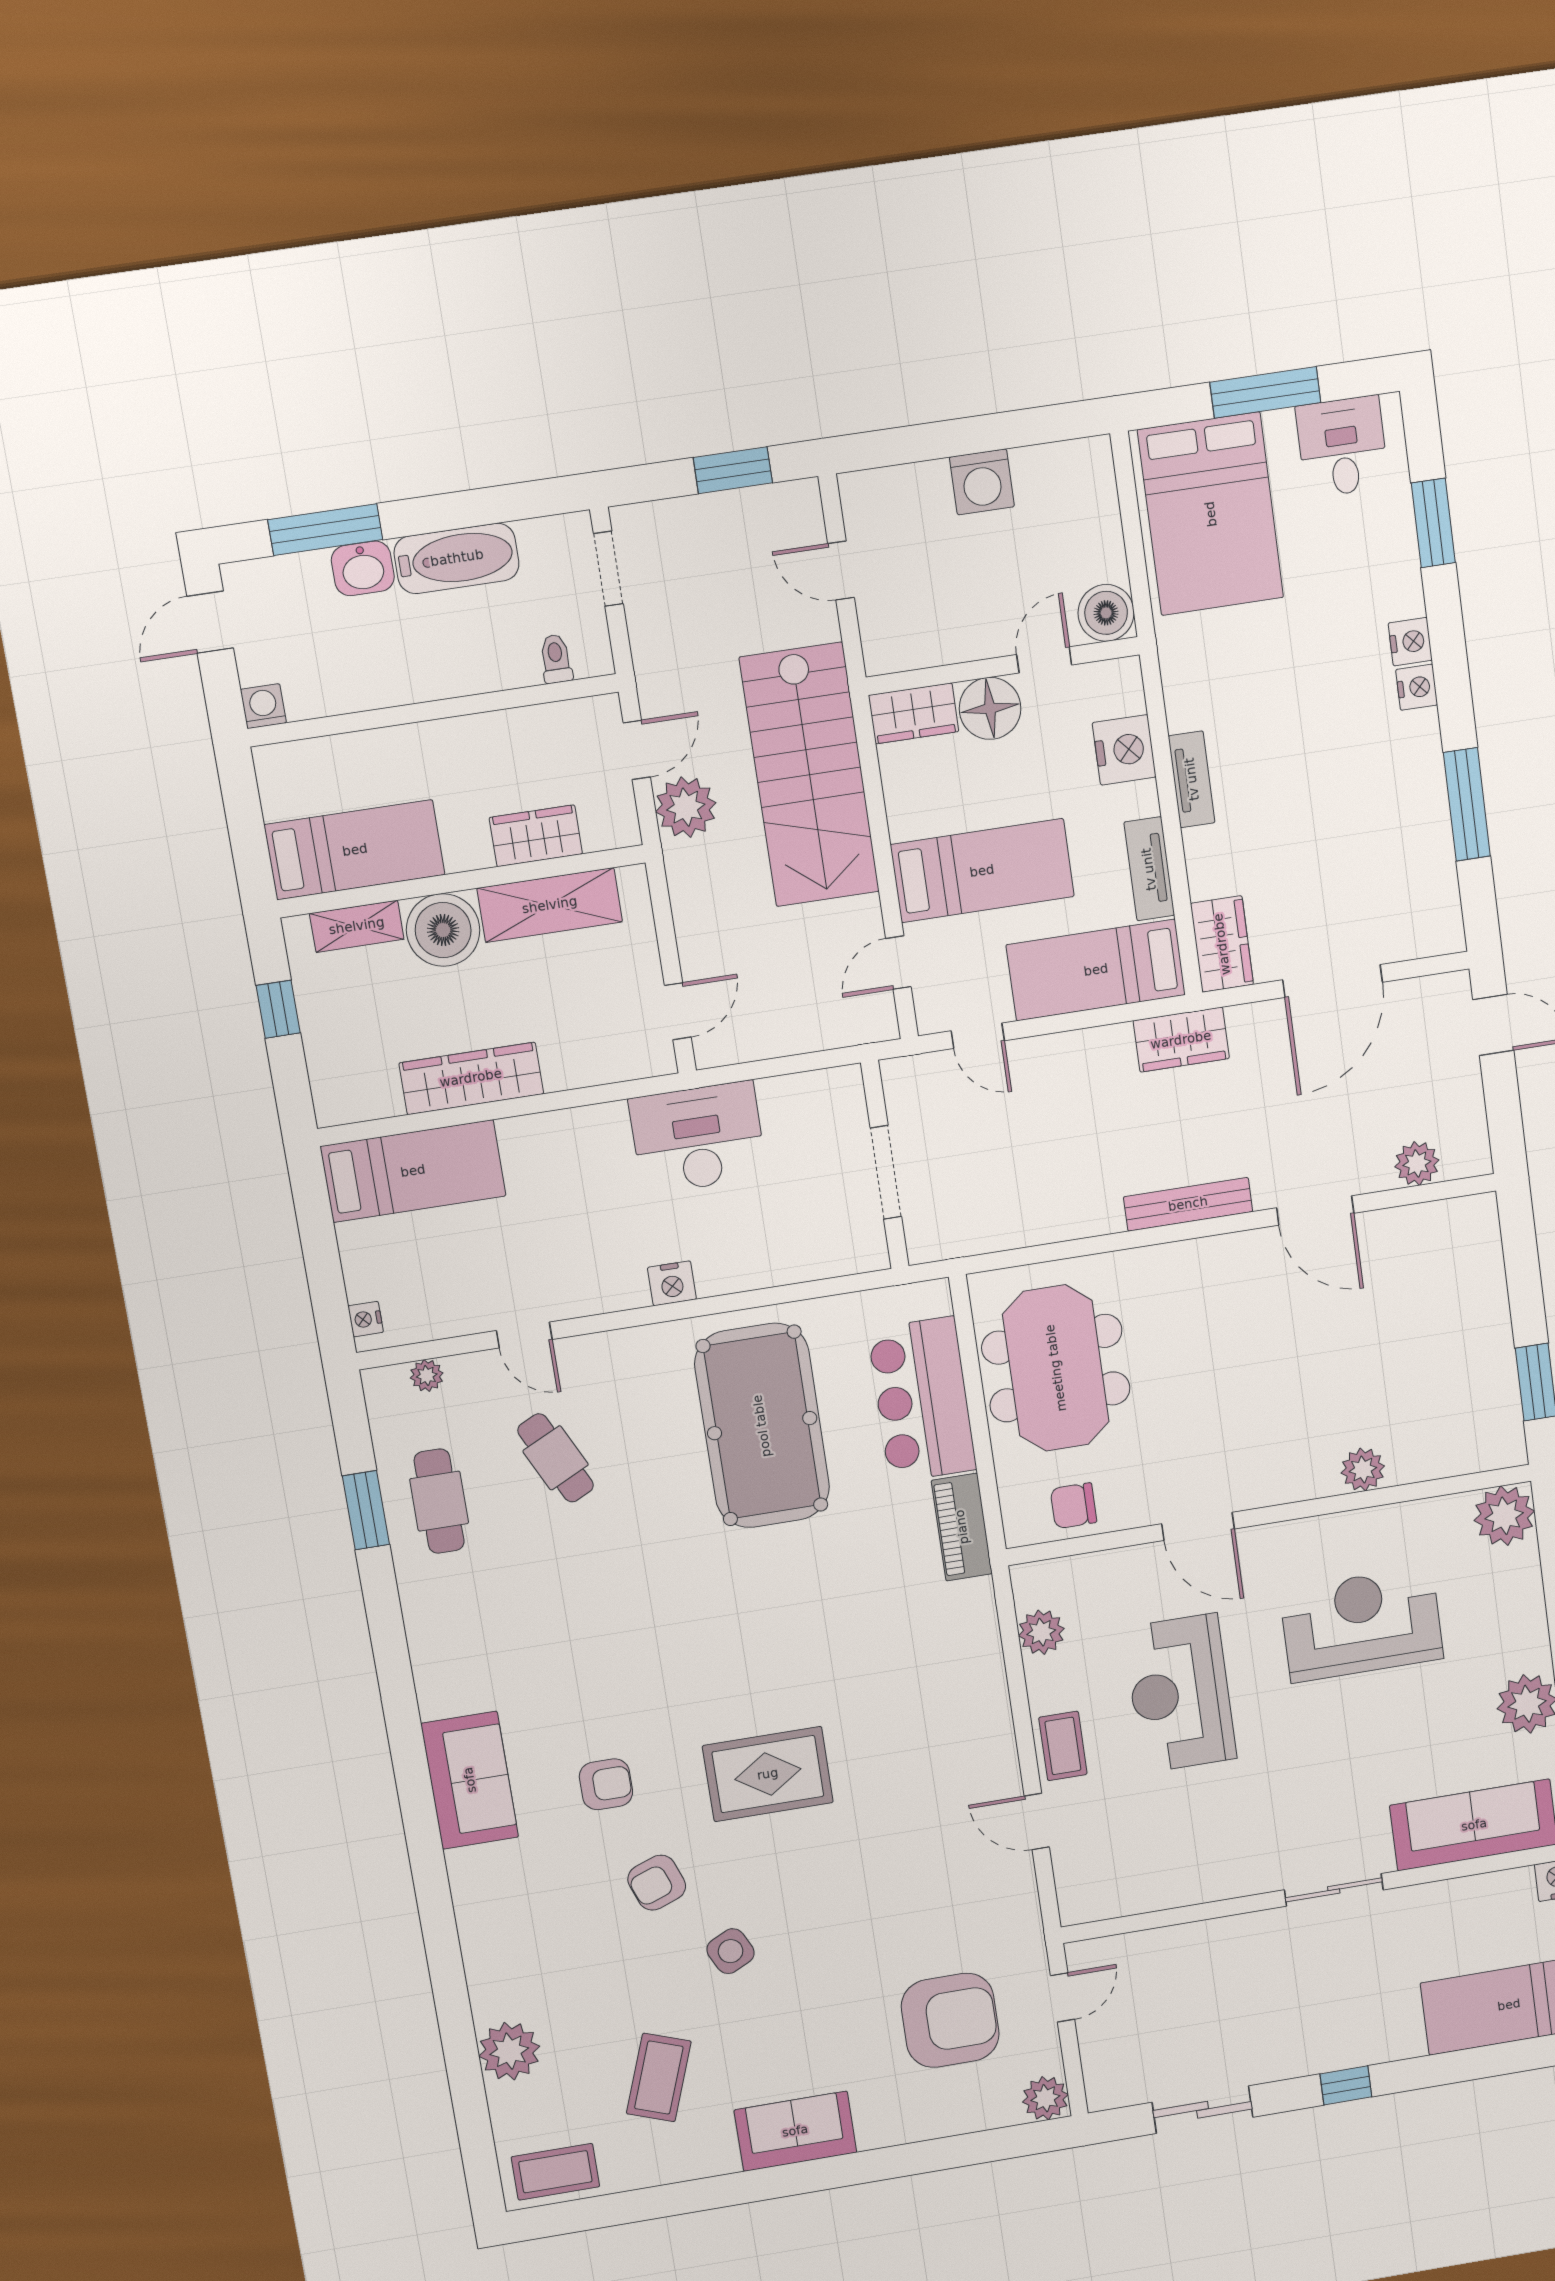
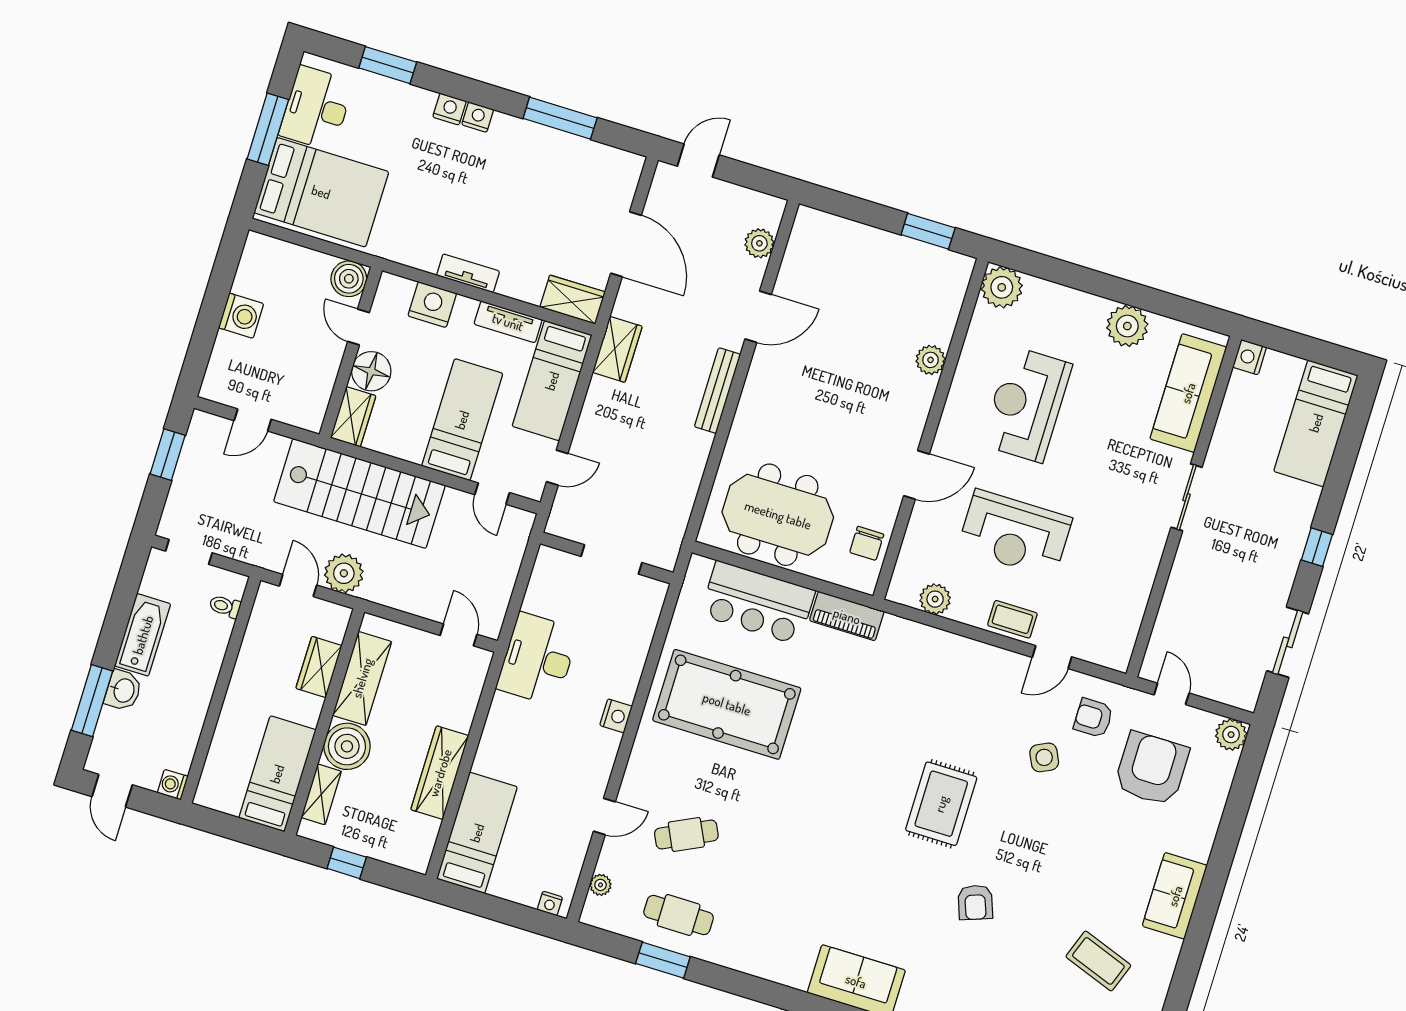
desk: (1342, 447) -> (316, 108), width x1.37
armchair: (606, 1784) -> (1093, 718), moved, turned -90
side table: (731, 1951) -> (1044, 757), moved

